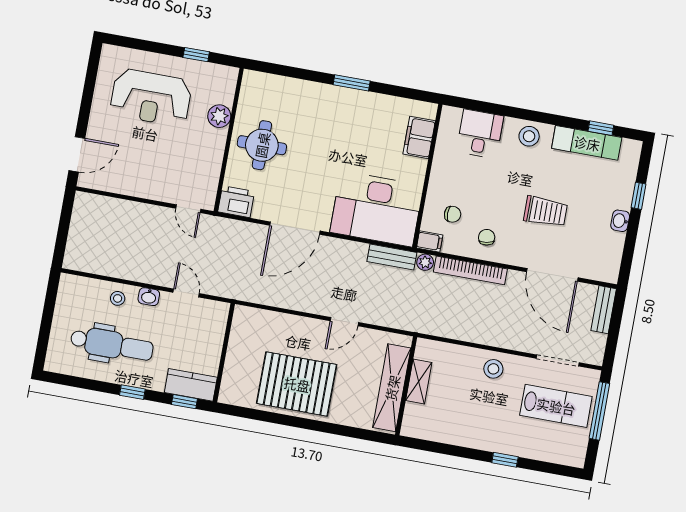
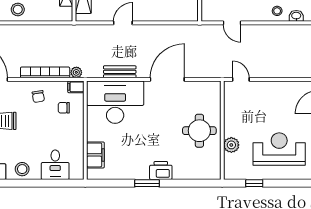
printer: (236, 202) -> (161, 171), moved, turned 180
bench: (392, 257) -> (120, 72), moved
washbasin: (149, 297) -> (296, 16), moved

